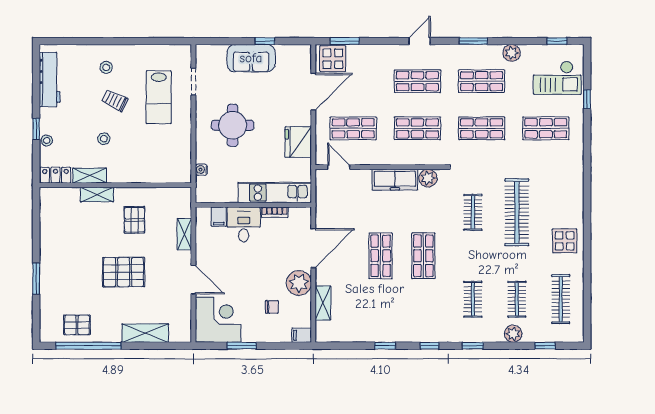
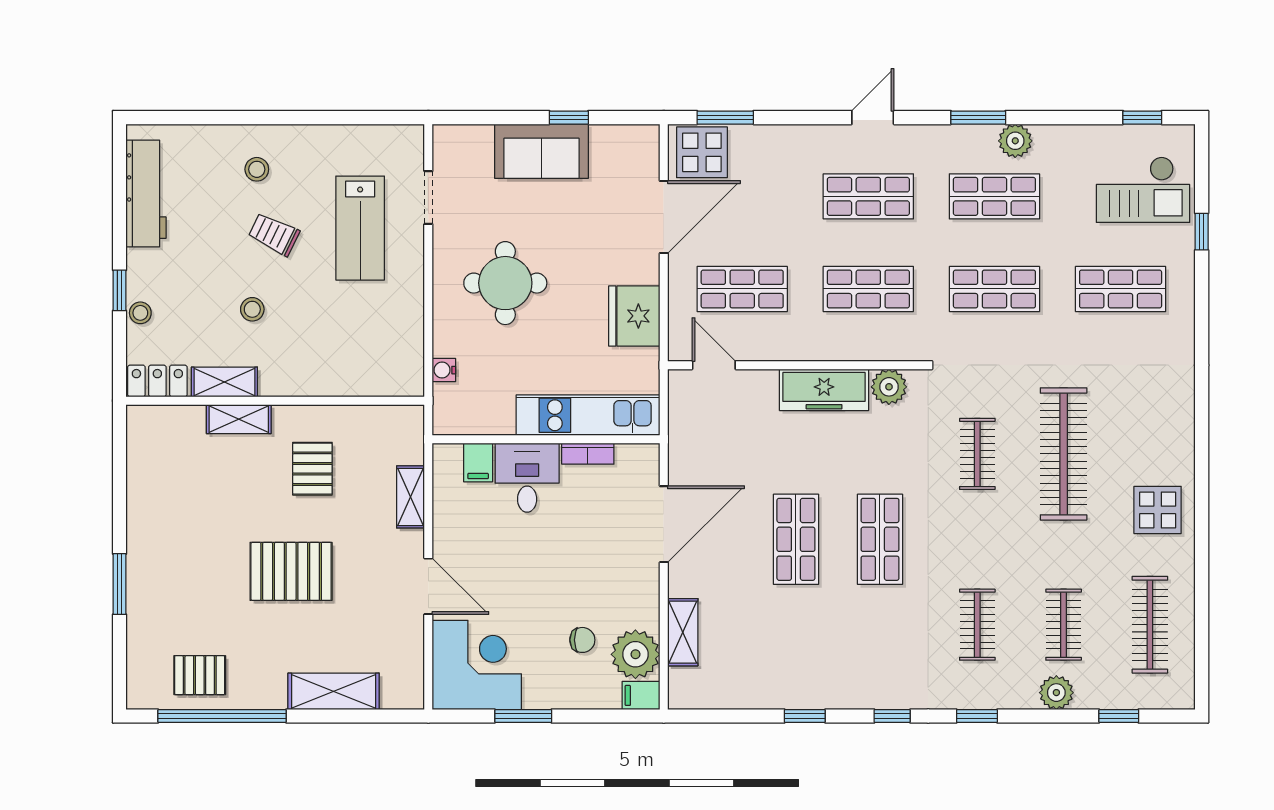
plant: (512, 53) -> (1015, 141), moved
plant: (299, 283) -> (635, 654), moved

